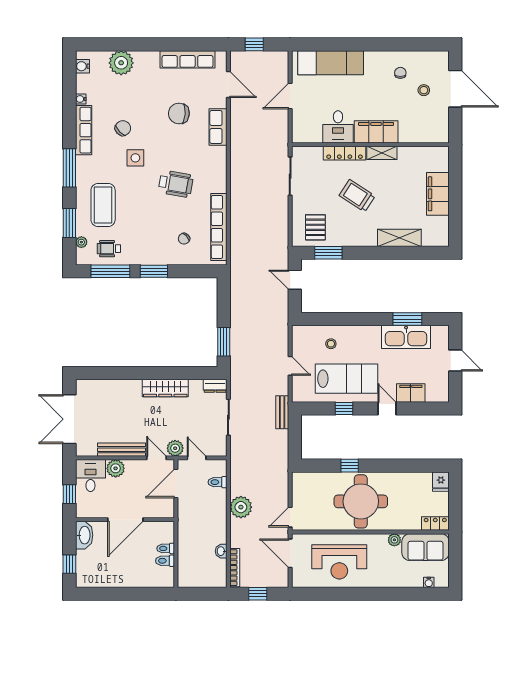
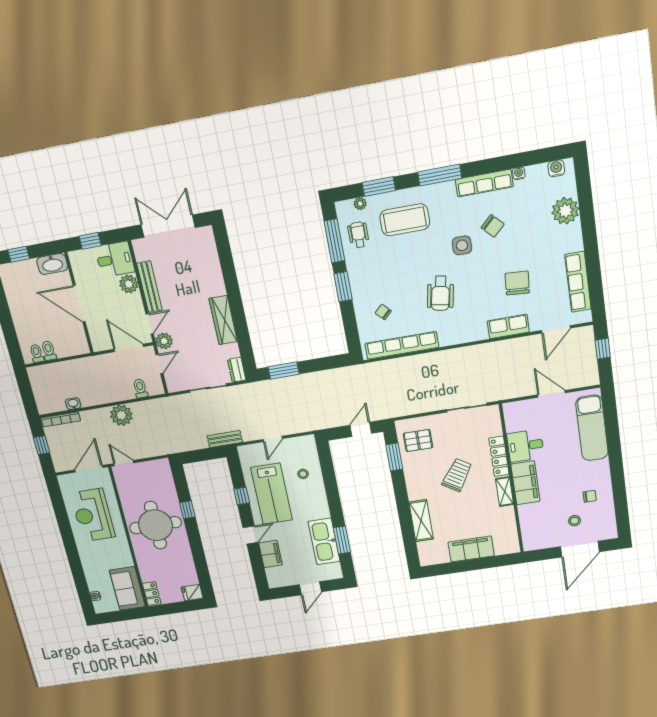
plant: (394, 540) -> (127, 560), removed
toilet: (166, 548) -> (37, 353), moved

